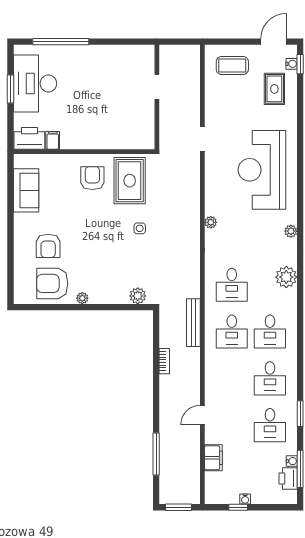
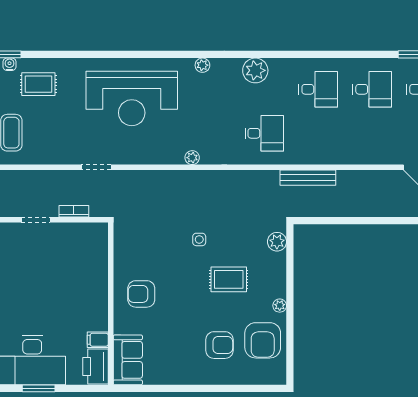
rug: (130, 181) -> (229, 279), moved, width x0.73, depth x0.70
sofa: (26, 190) -> (128, 360), moved, turned 90
desk: (232, 332) -> (318, 133), removed
bookcase: (164, 361) -> (74, 211), moved

